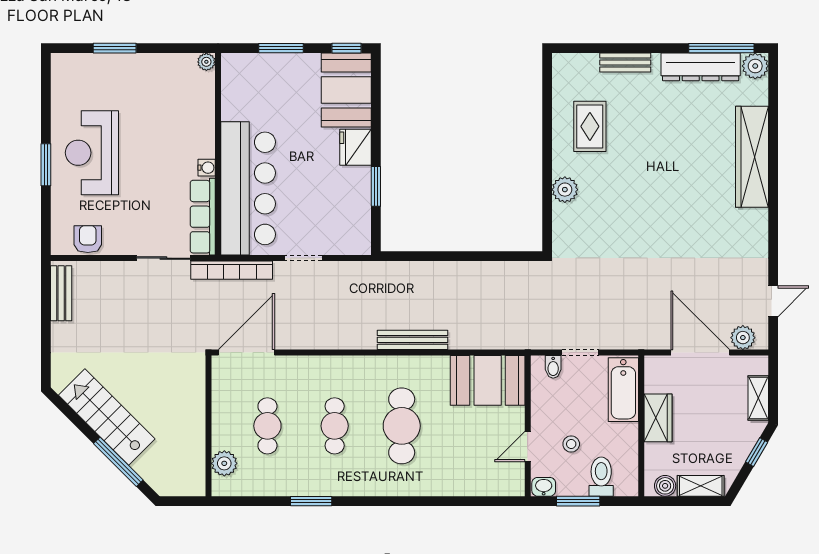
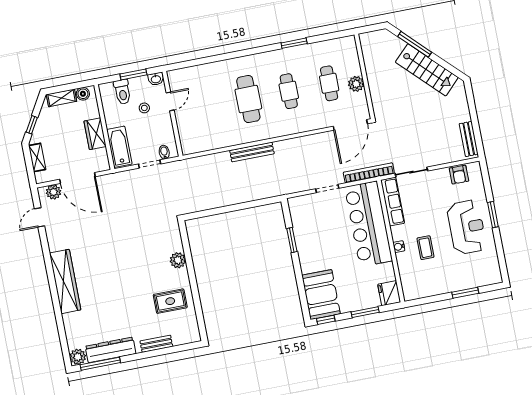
plant: (206, 62) -> (408, 295), removed
rug: (590, 126) -> (170, 301), turned 90
coffee table: (164, 133) -> (425, 248), added
fridge: (356, 147) -> (389, 293), moved, turned 180
wardrobe: (752, 157) -> (65, 281), moved
water cooler: (207, 168) -> (399, 247), moved
booth: (488, 380) -> (202, 136), removed
plant: (224, 463) -> (356, 84), moved

